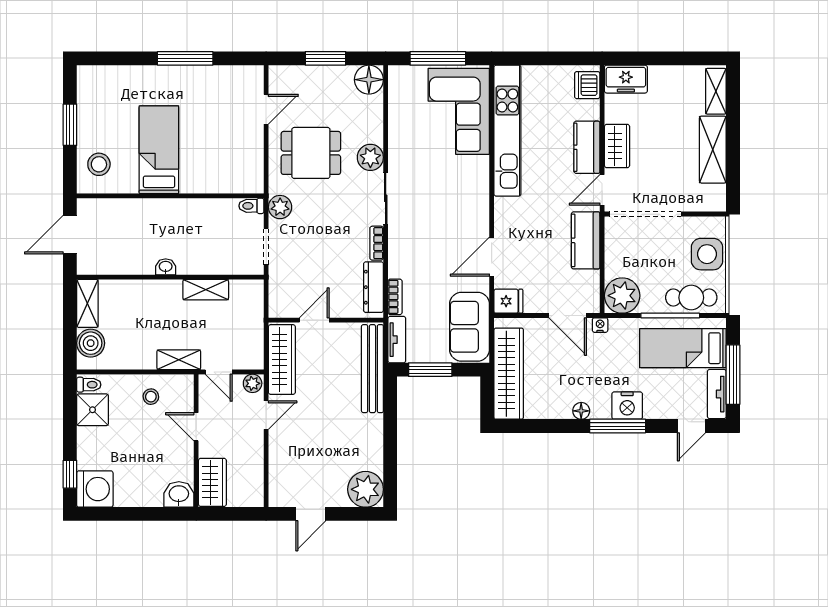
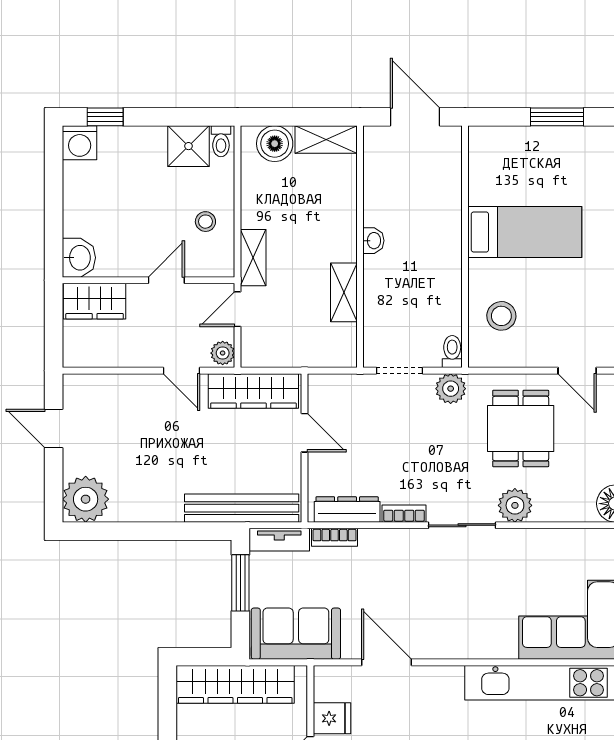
stool: (99, 164) -> (501, 316), moved
fridge: (508, 301) -> (332, 718), moved, turned -90
washing machine: (95, 489) -> (80, 143), width x0.73, depth x0.73

